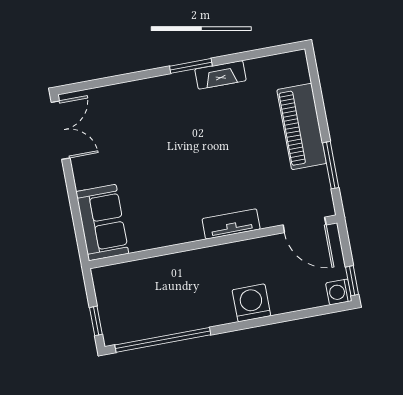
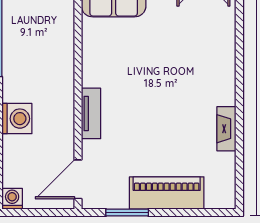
window: (191, 66) -> (239, 104), removed
window: (352, 281) -> (20, 213), removed

